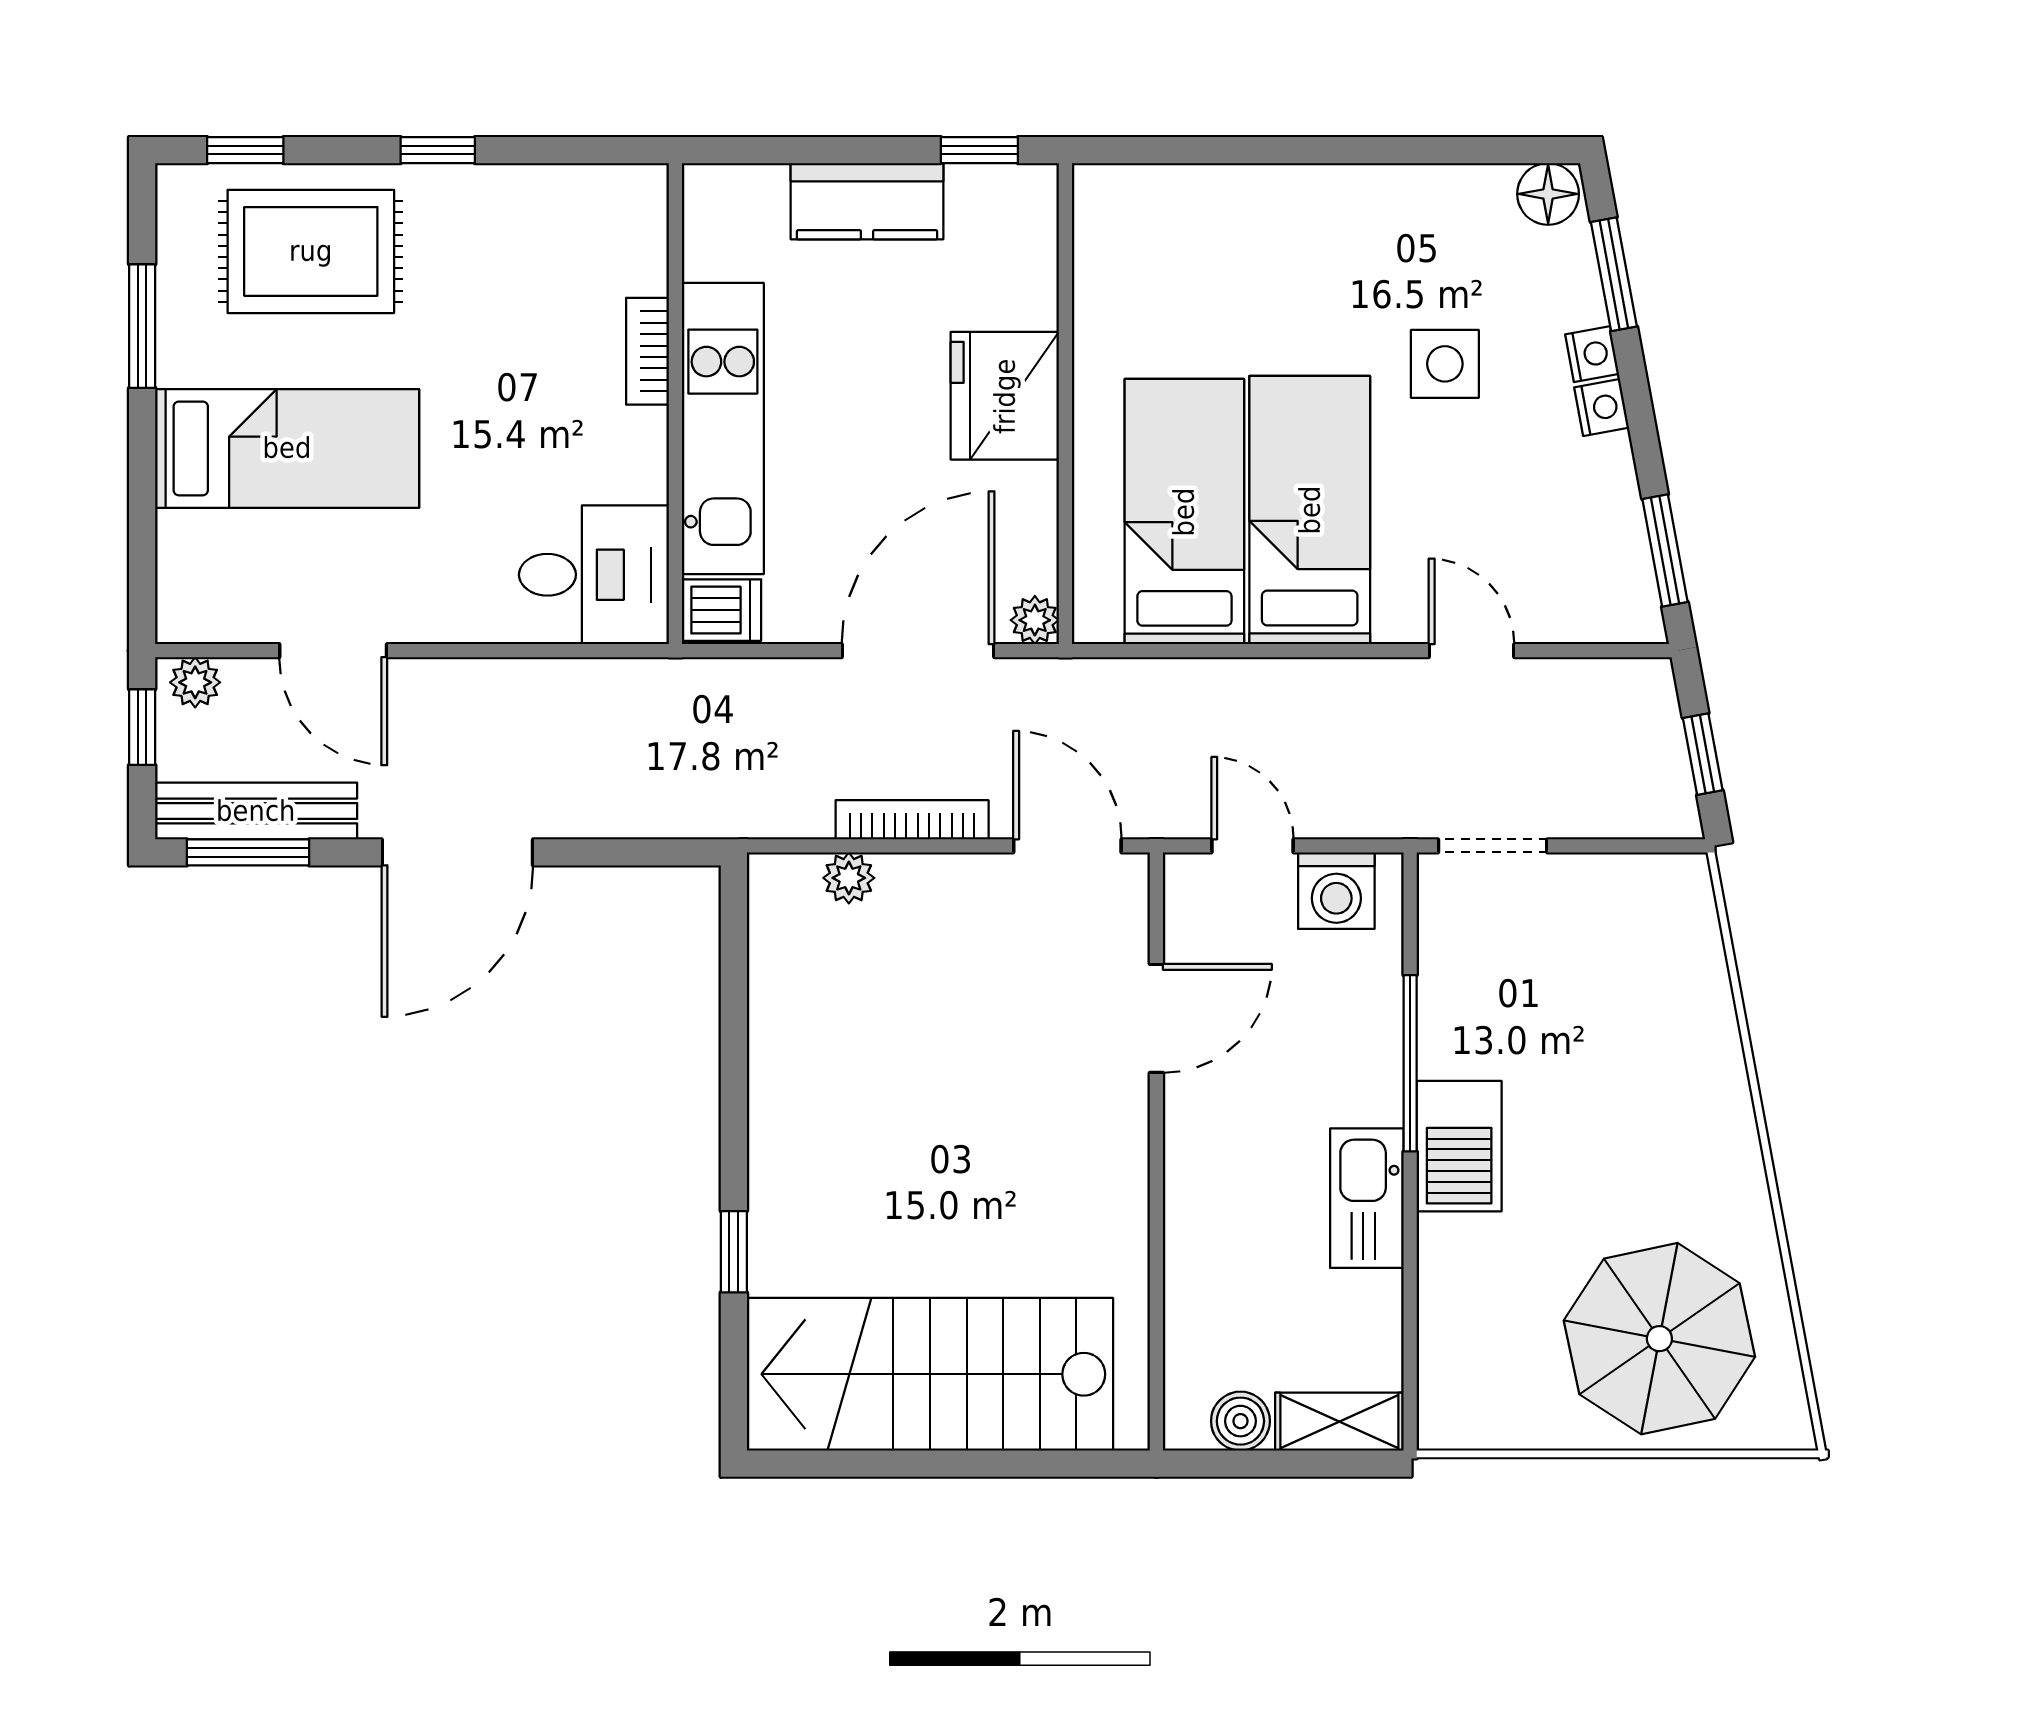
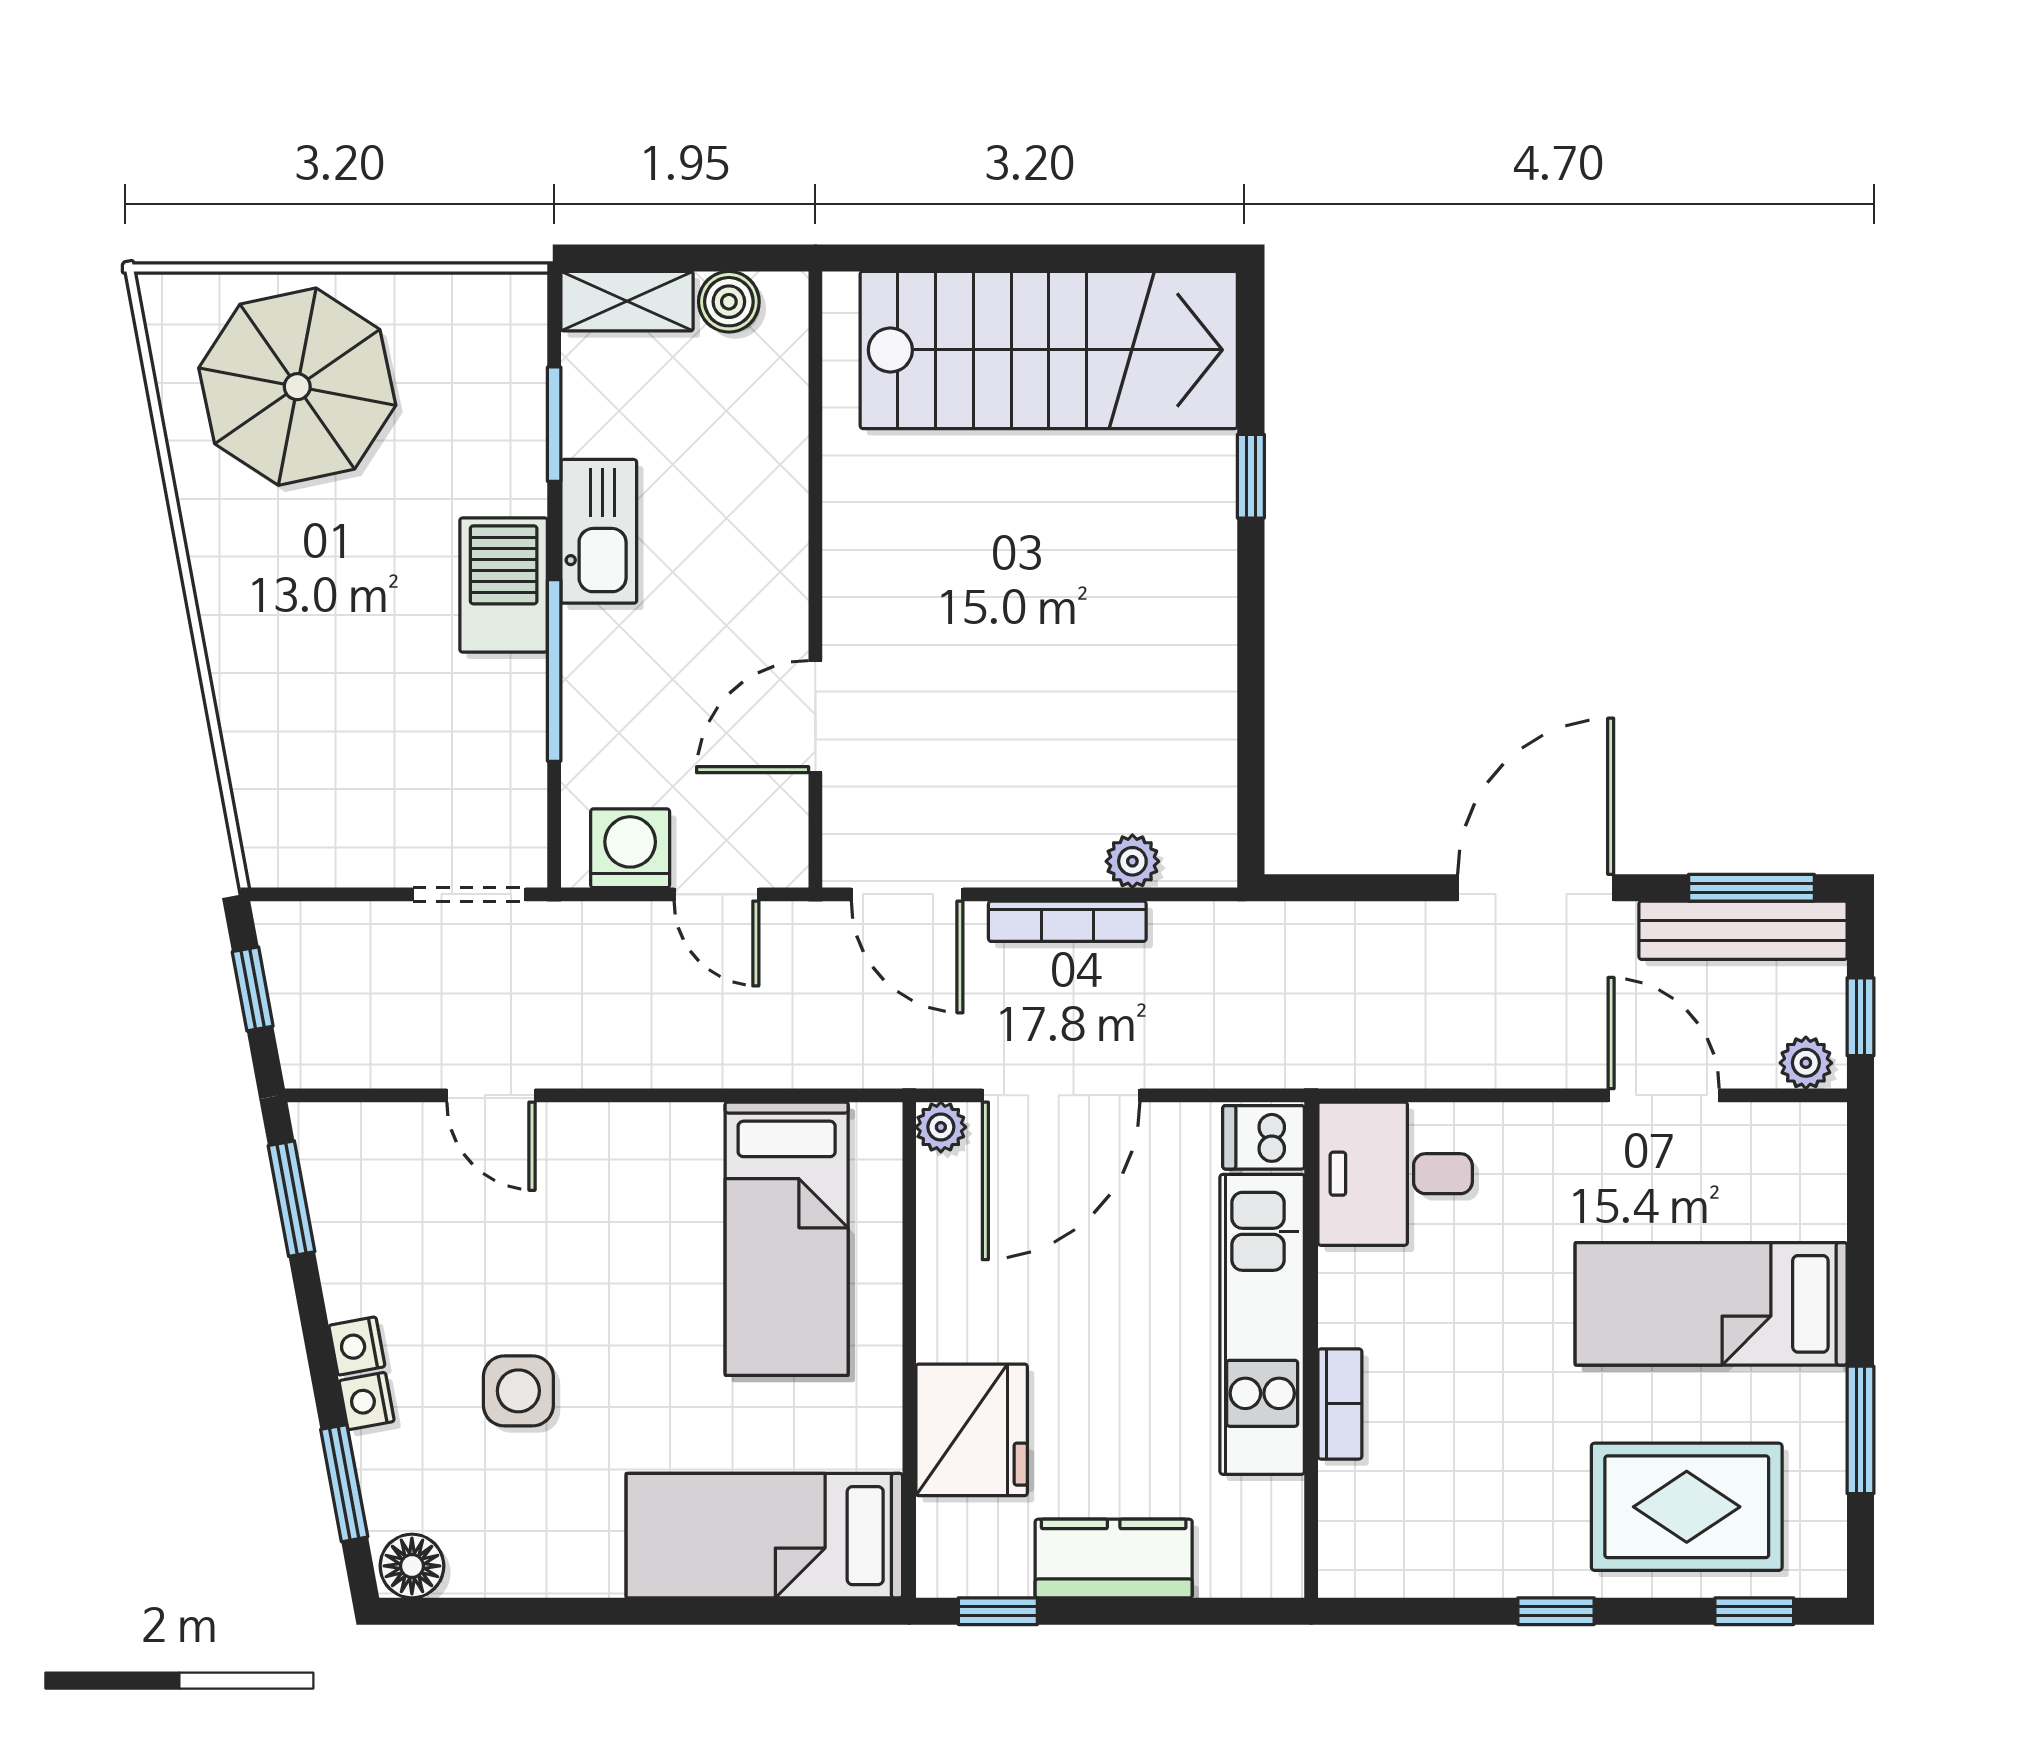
fridge: (1005, 396) -> (972, 1430), moved
bed: (1310, 510) -> (764, 1536), moved, turned 90
window: (1410, 1302) -> (554, 424), added

